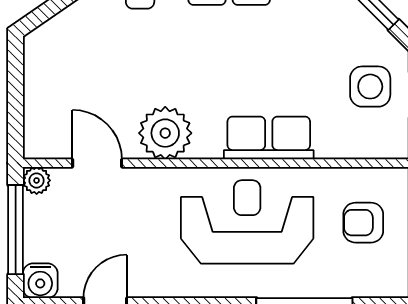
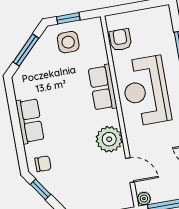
door: (97, 163) -> (130, 170), swing flipped
armchair: (363, 223) -> (120, 40), moved, turned 180

